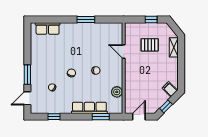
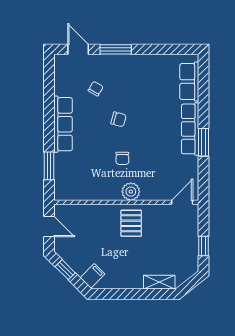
row of seats: (77, 28) -> (190, 129), added
pallet: (150, 45) -> (131, 223), moved
door: (124, 51) -> (182, 202), moved
plant: (117, 92) -> (131, 192), moved
row of seats: (89, 108) -> (63, 124), moved
window: (54, 117) -> (49, 92), removed

